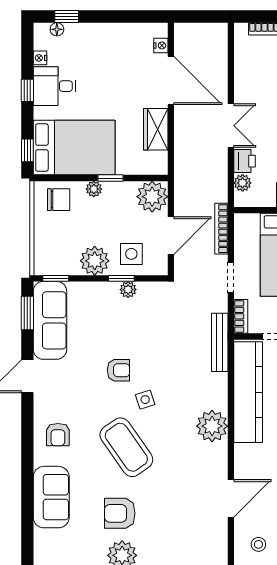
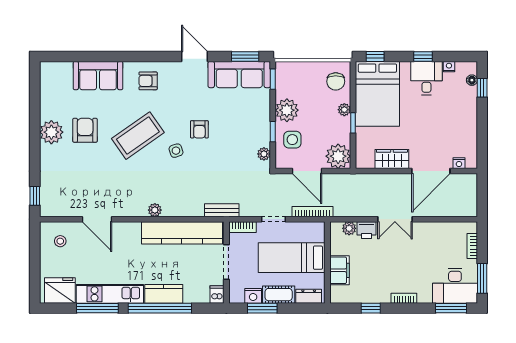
plant: (128, 290) -> (264, 154), moved
bench: (220, 342) -> (222, 210), width x0.73
plant: (212, 426) -> (155, 210), width x0.53, depth x0.53

